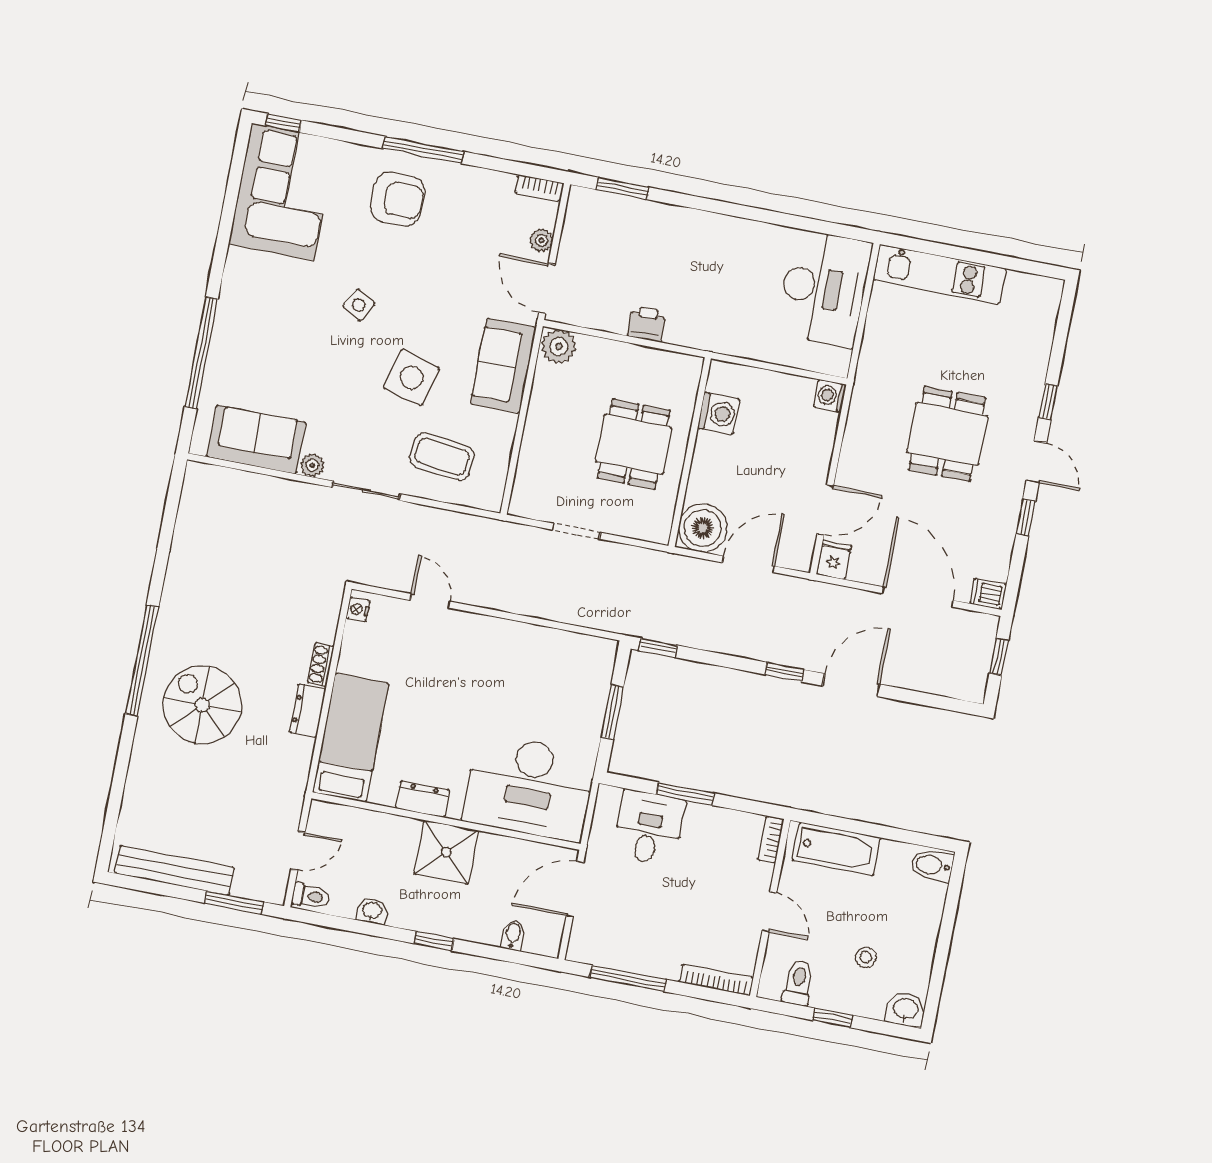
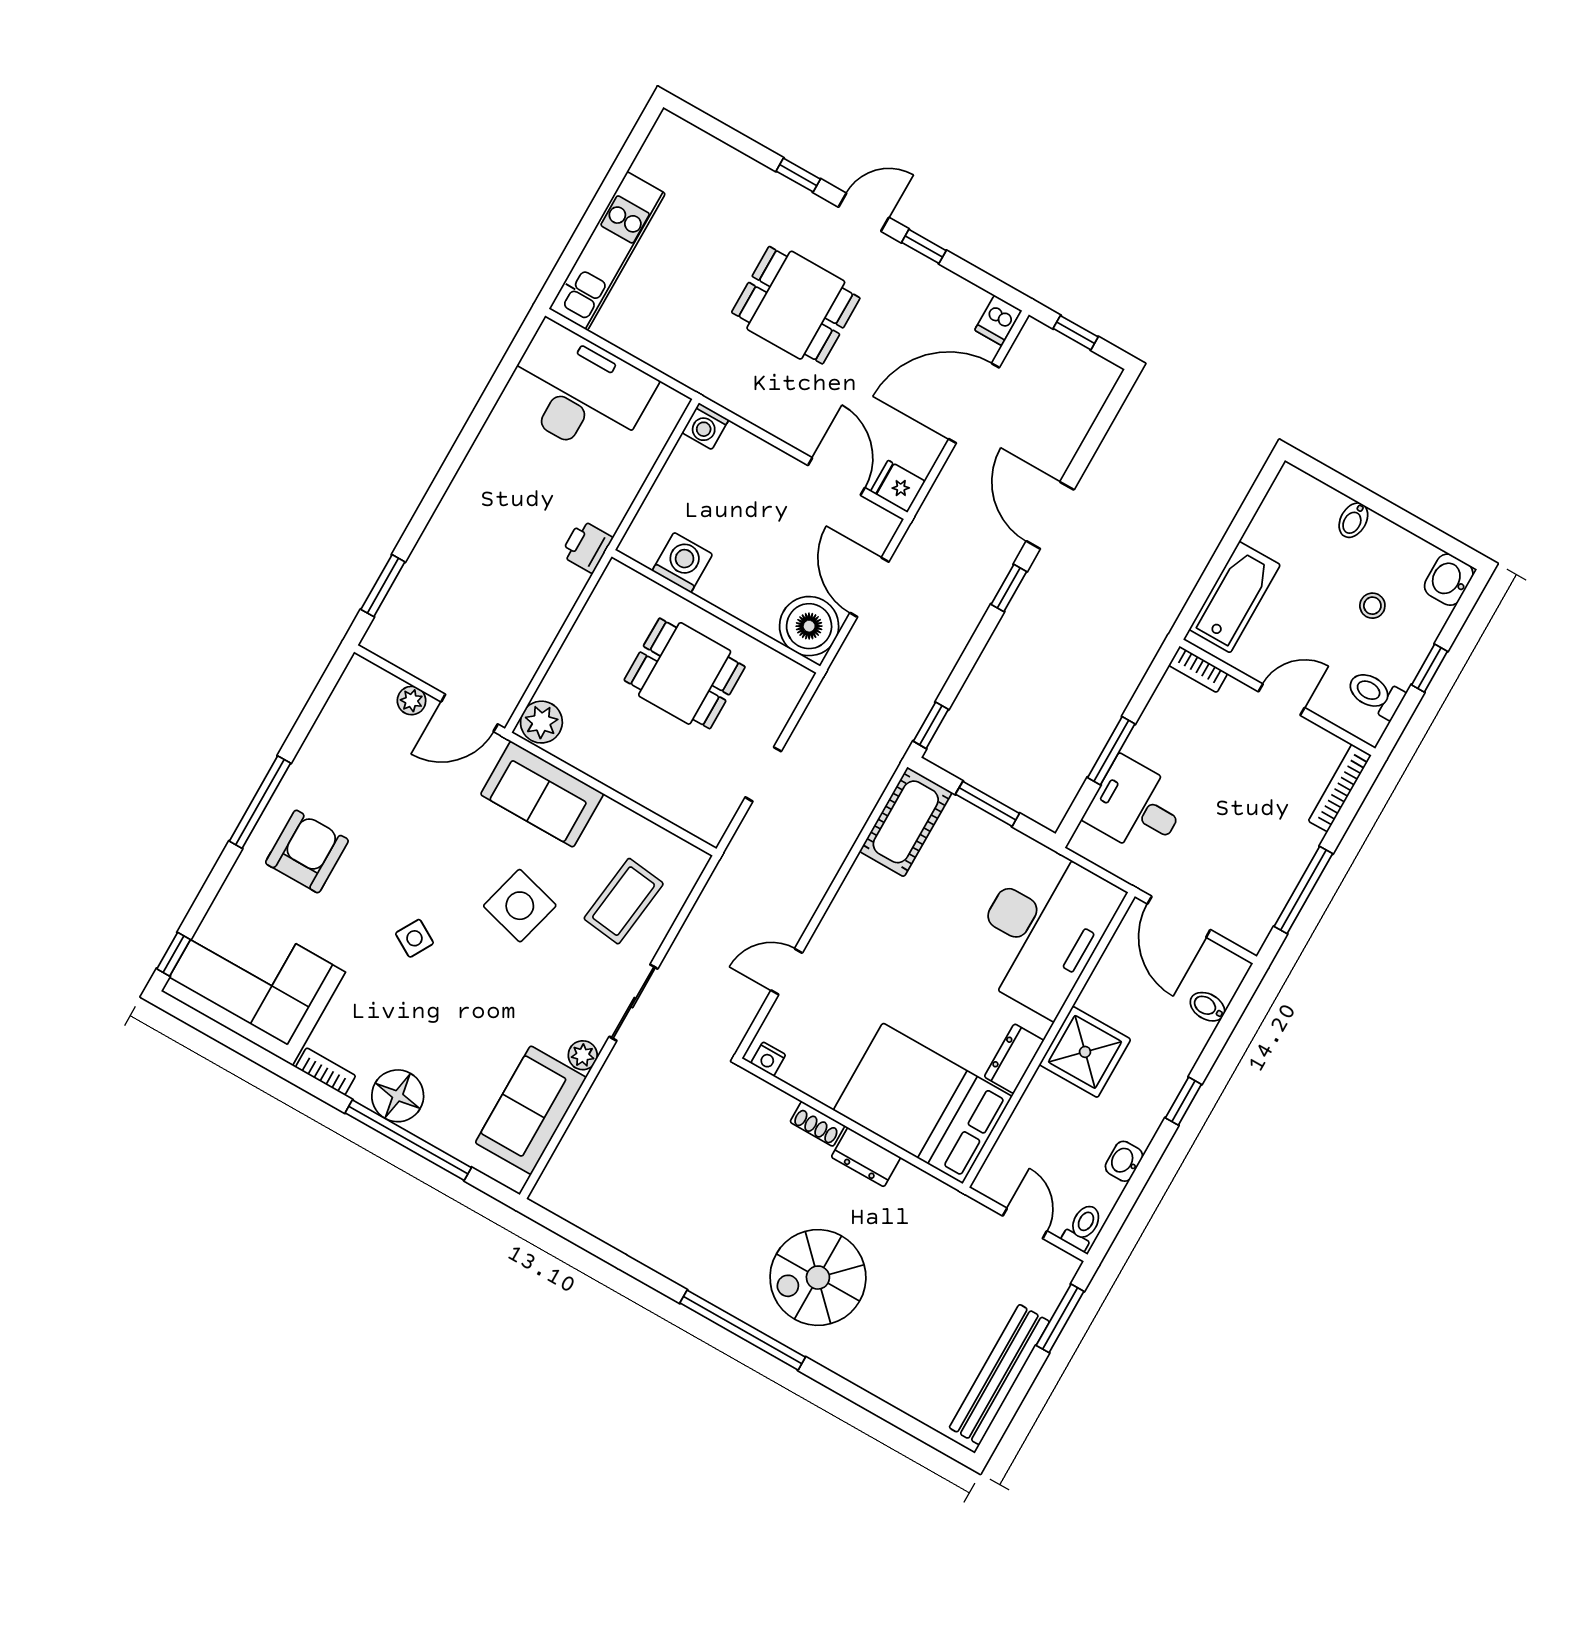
bookcase: (540, 188) -> (326, 1072), moved, turned -90
printer: (647, 324) -> (587, 546), moved
floor lamp: (233, 333) -> (398, 1096), added
cot: (577, 654) -> (906, 822), added
bed: (351, 738) -> (923, 1103), width x1.50
bidet: (932, 865) -> (1353, 520), moved, width x0.72, depth x0.74

